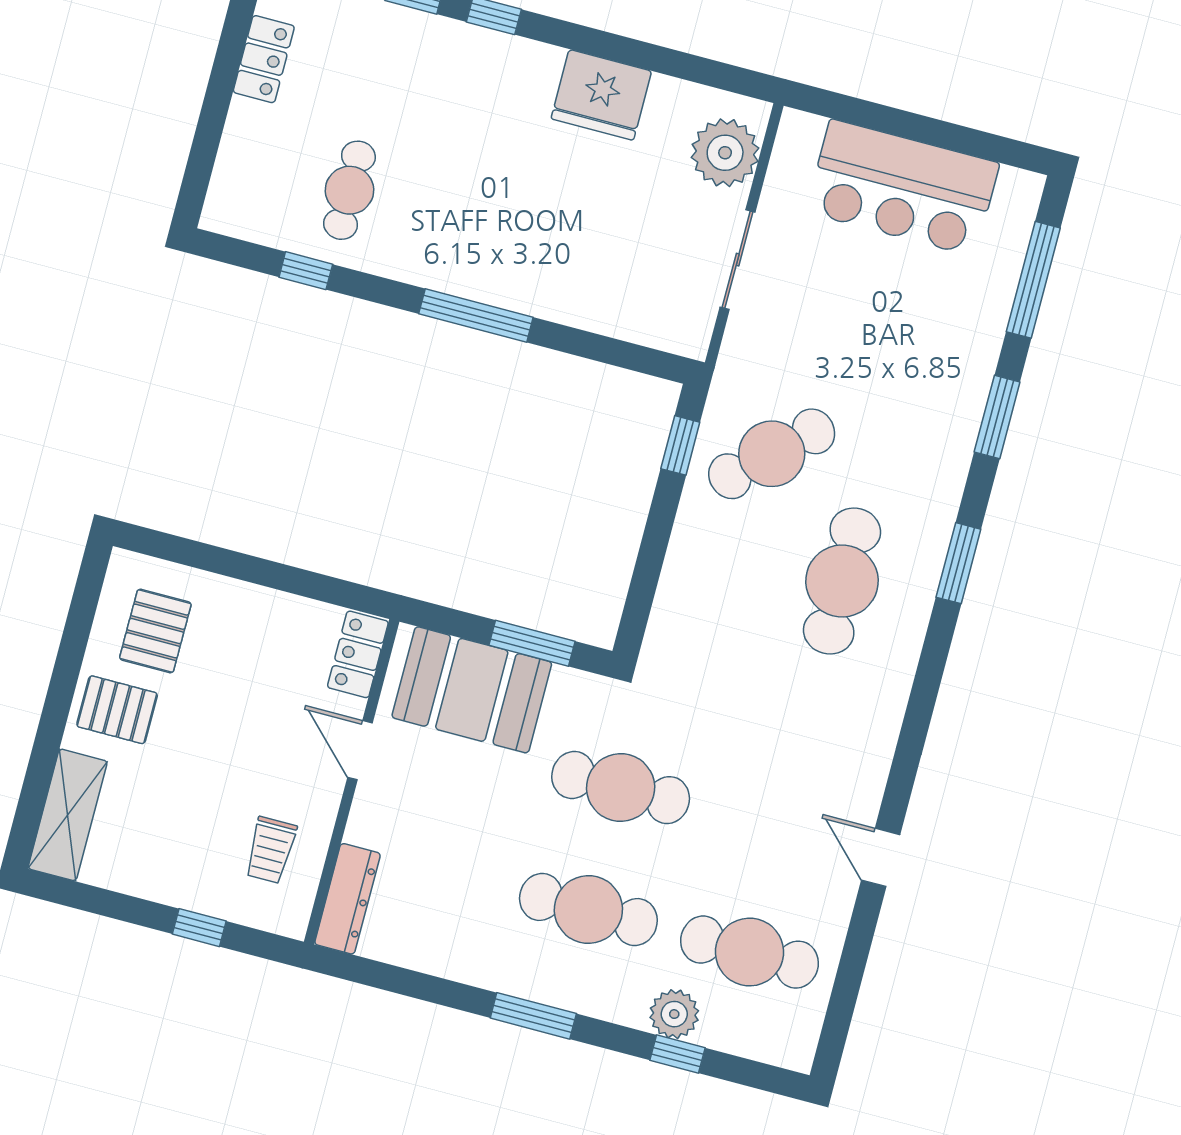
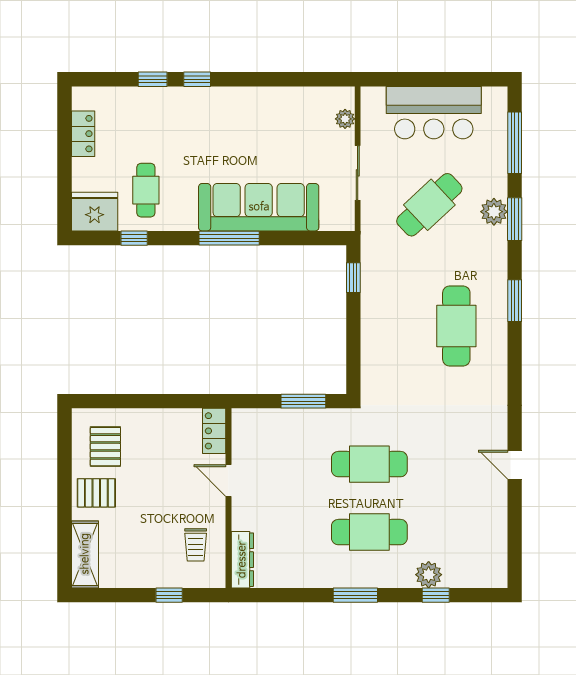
fridge: (601, 95) -> (95, 212), moved, turned 180
plant: (725, 153) -> (345, 119), width x0.53, depth x0.53
sofa: (544, 274) -> (259, 207), added
plant: (964, 394) -> (494, 212), added
cafe table: (772, 454) -> (429, 205), moved
booth: (472, 690) -> (278, 434), removed
cafe table: (749, 952) -> (459, 532), removed

